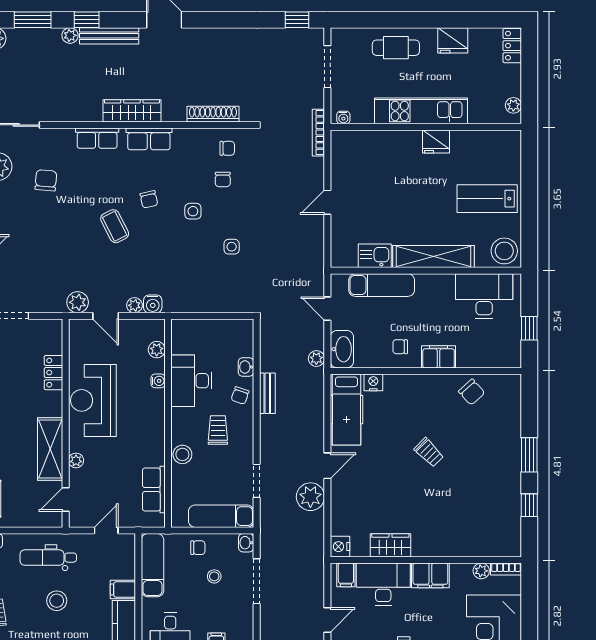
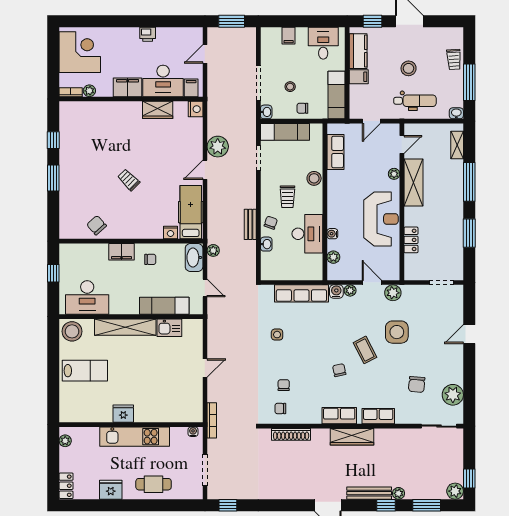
side table: (193, 211) -> (397, 332), moved, width x1.87, depth x1.87
row of seats: (199, 301) -> (301, 293), added

